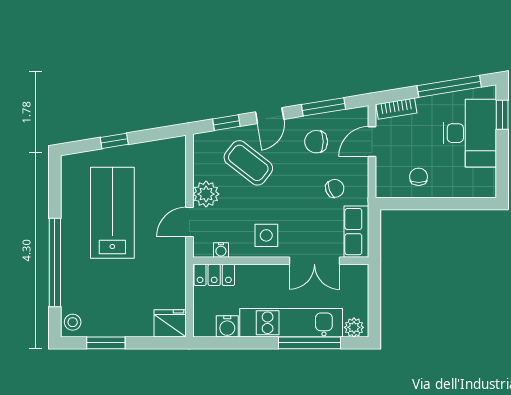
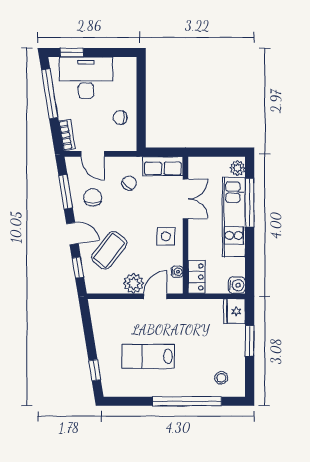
window: (114, 141) -> (95, 370), moved
chair: (316, 142) -> (93, 197), turned 180
chair: (335, 188) -> (129, 183), turned 66
lab bench: (112, 213) -> (148, 356), width x0.73, depth x0.72
door: (190, 222) -> (155, 296), swing flipped
stool: (73, 322) -> (221, 378), moved
water cooler: (227, 326) -> (237, 285), moved
window: (106, 343) -> (250, 341), moved

